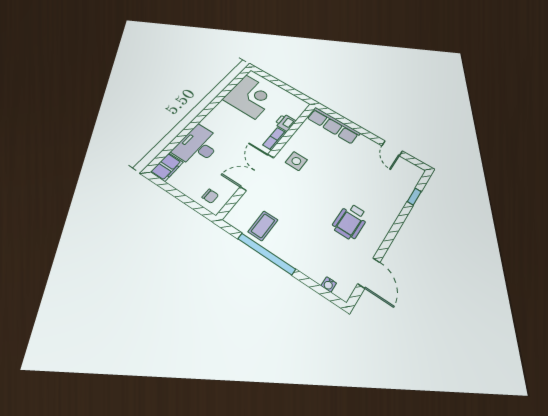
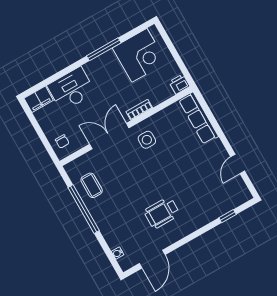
window: (214, 103) -> (104, 49), added
printer: (285, 123) -> (179, 84), moved
coffee table: (263, 226) -> (92, 185), turned 90

